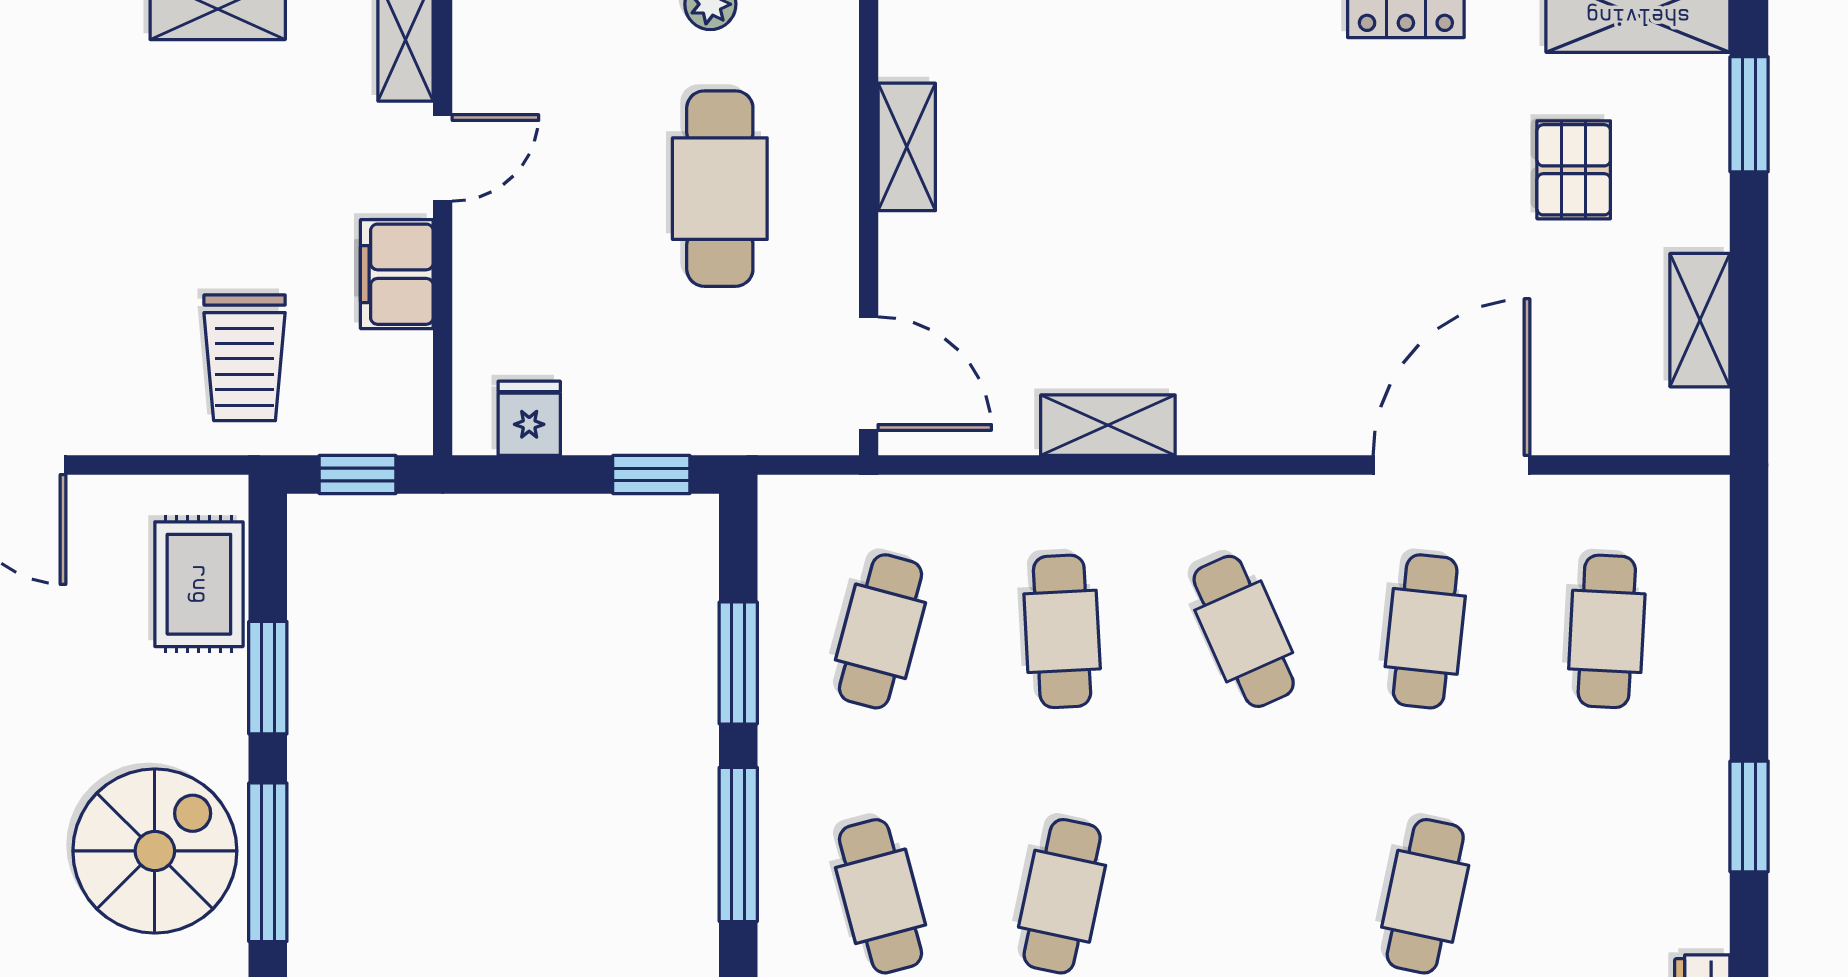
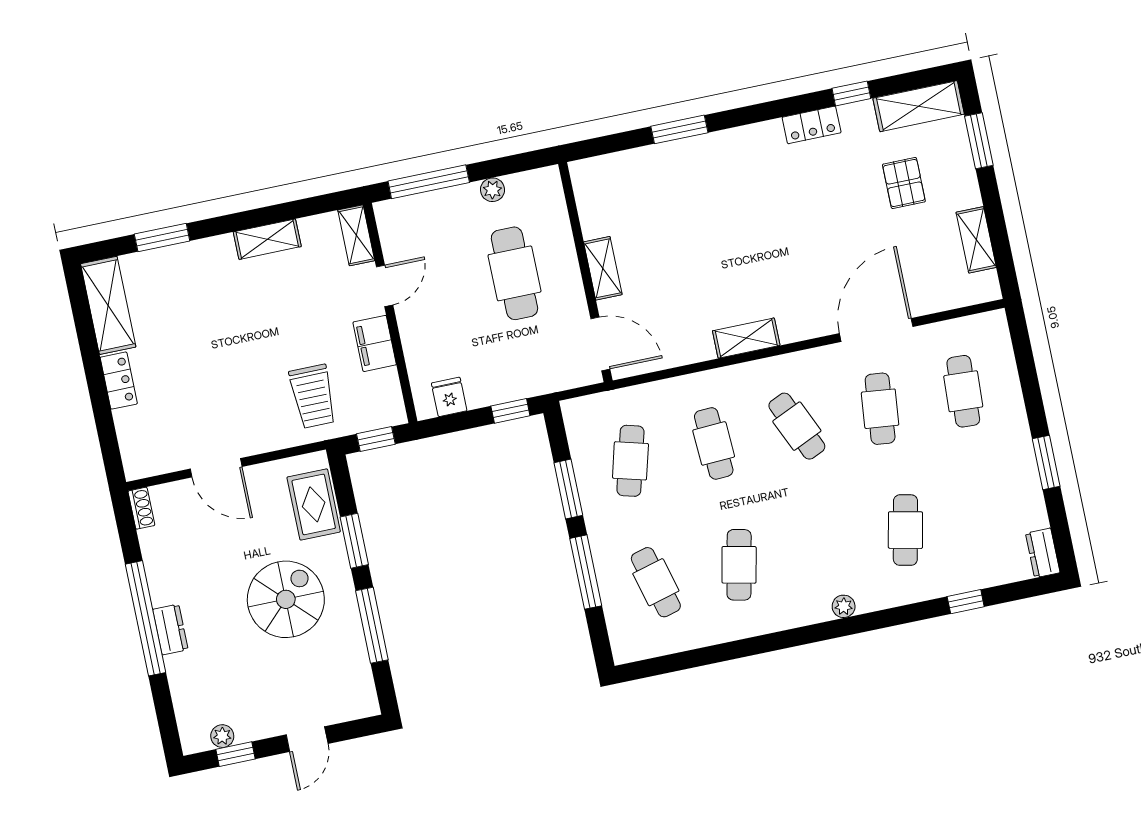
shelving: (907, 147) -> (603, 268), moved
shelving: (1108, 425) -> (746, 338), moved
spiral stairs: (155, 851) -> (286, 599), moved

